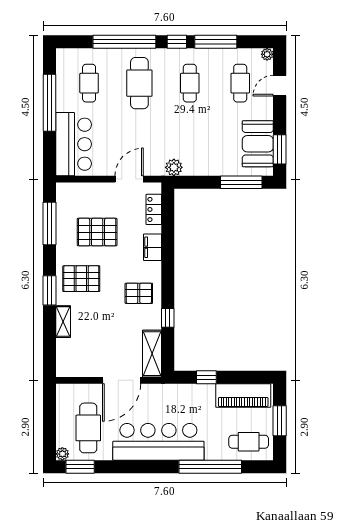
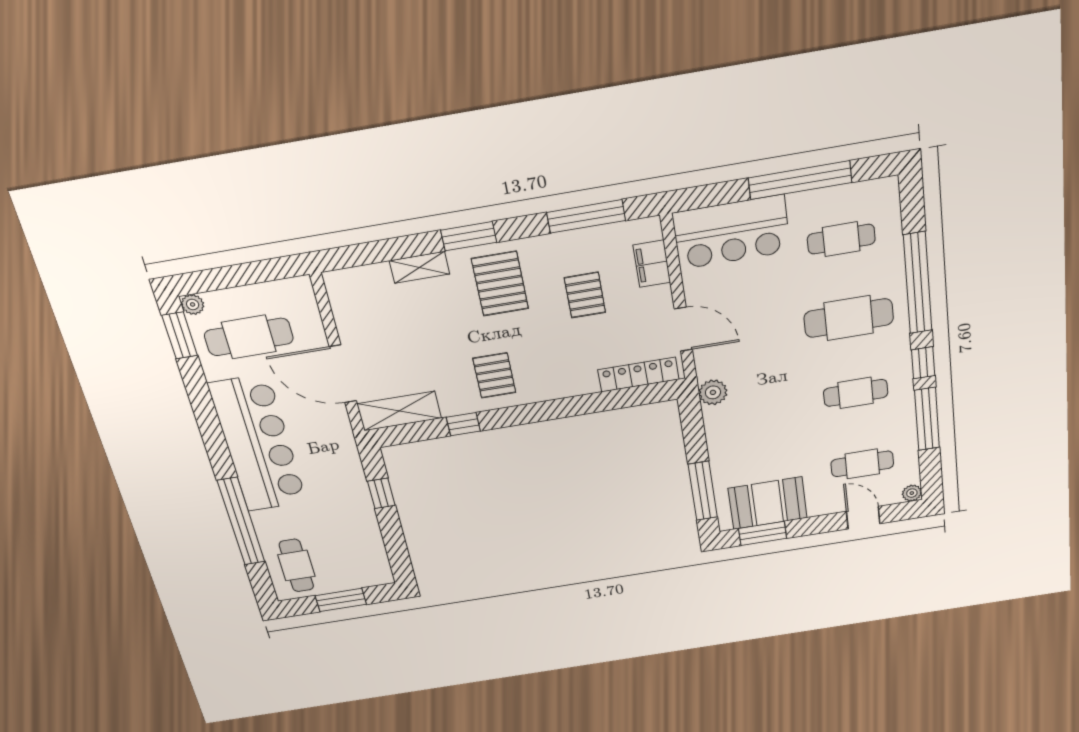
locker: (154, 209) -> (638, 374), width x1.53
pallet: (97, 232) -> (585, 295), width x0.67, depth x0.71
filing cabinet: (152, 247) -> (652, 264), moved, turned -90
piano: (243, 396) -> (366, 547), removed

